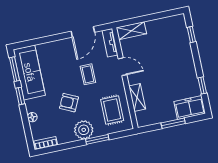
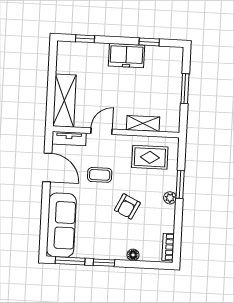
shelving: (131, 31) -> (64, 101), width x1.50, depth x1.33
sofa: (29, 72) -> (61, 225), moved, turned 90
freezer: (190, 107) -> (126, 56), moved, turned -90
plant: (84, 130) -> (170, 198), width x0.53, depth x0.53

